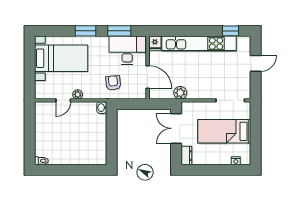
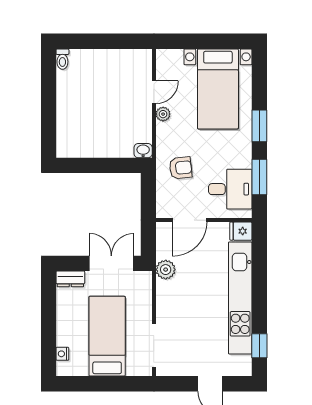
desk: (127, 50) -> (230, 189), width x0.73
door: (63, 100) -> (154, 92), swing flipped

